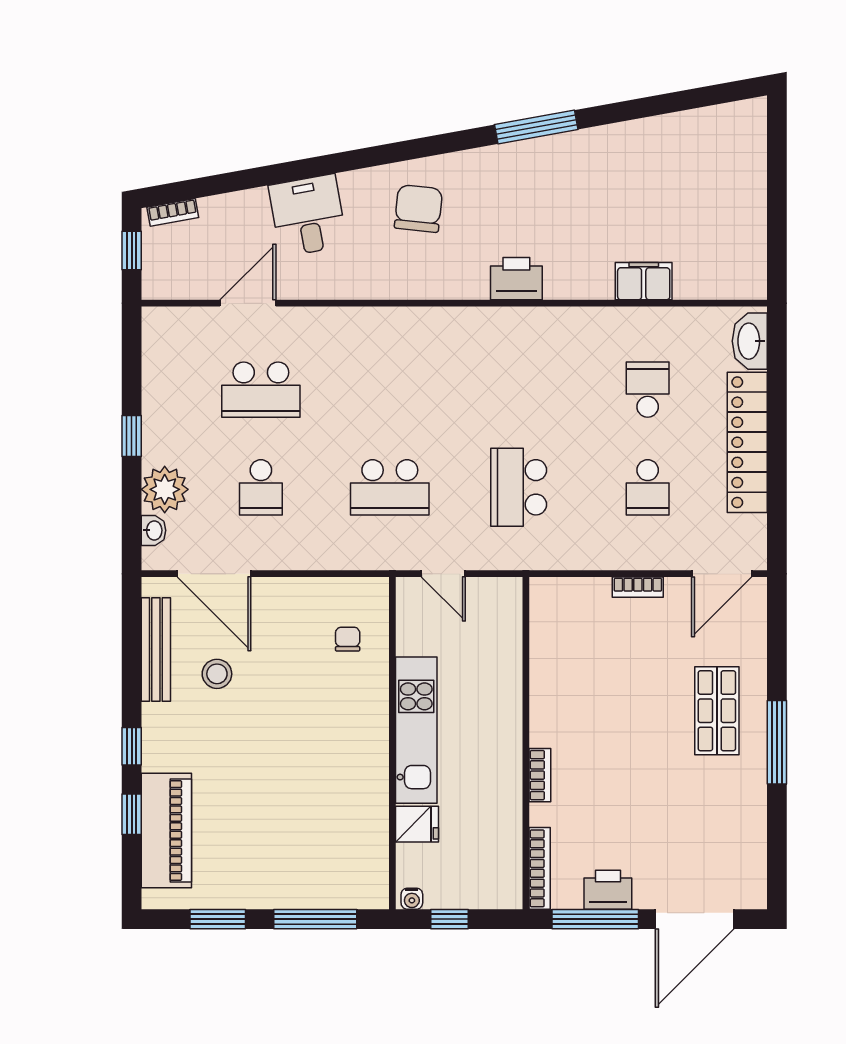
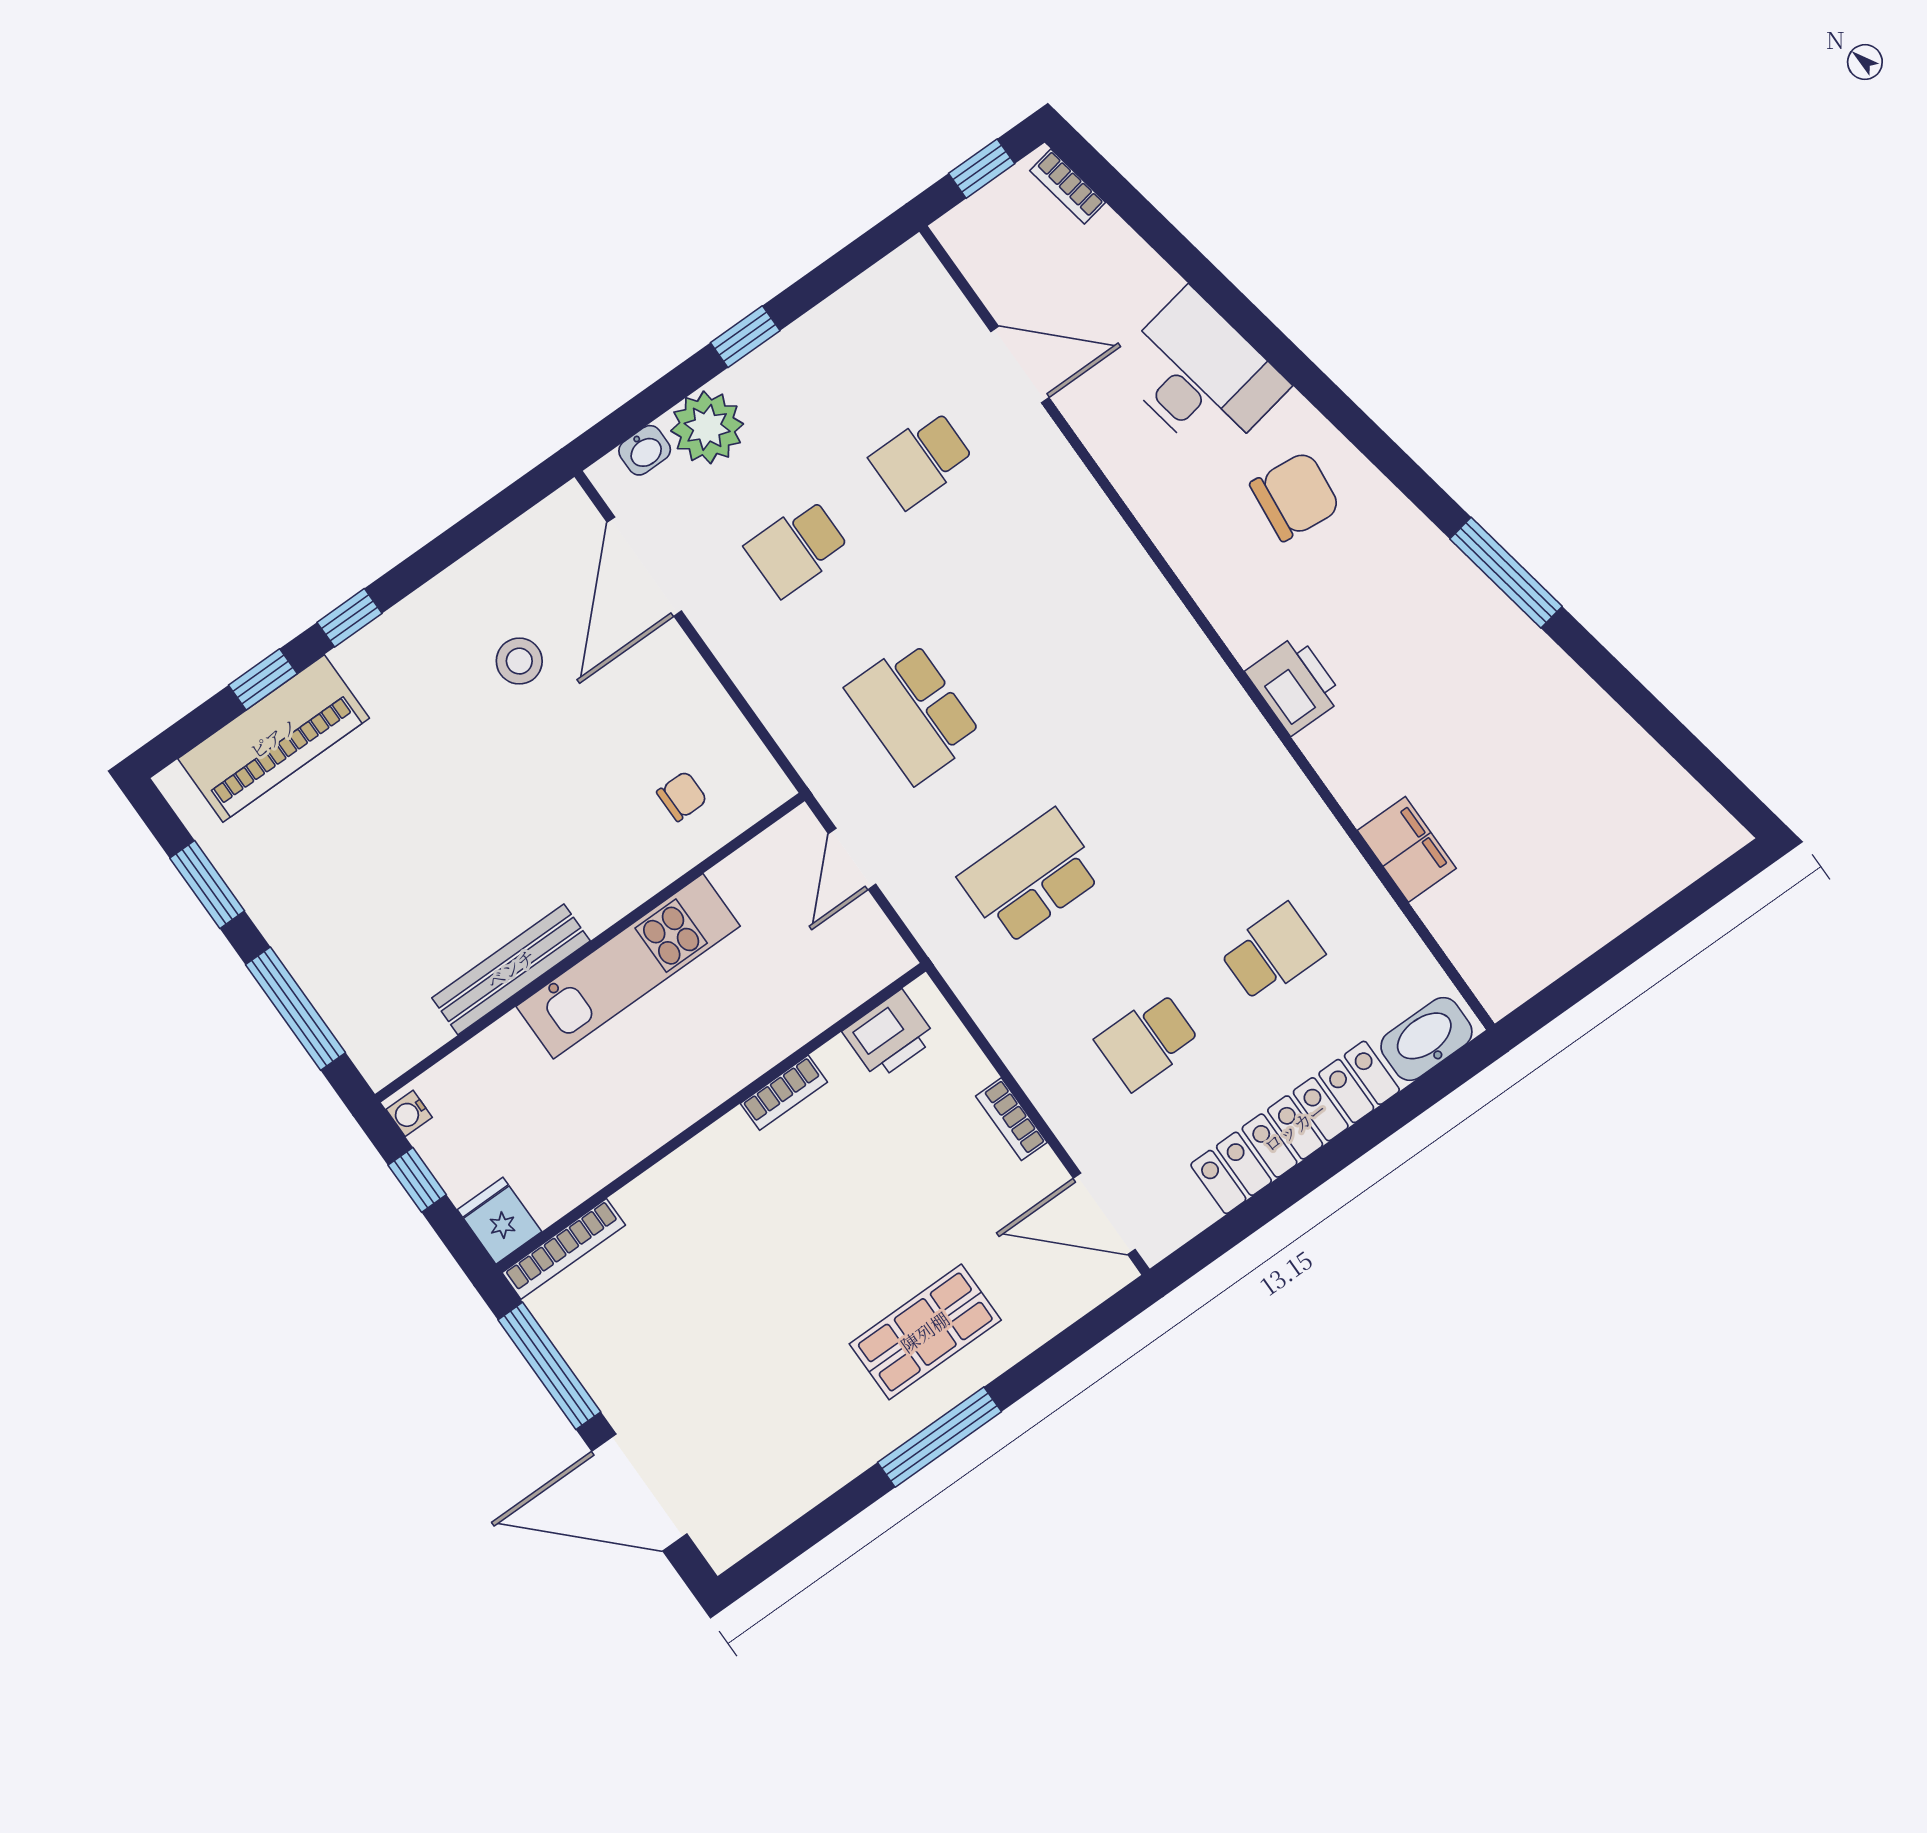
desk: (308, 215) -> (1200, 375), width x1.37
school desk: (261, 390) -> (922, 459), width x0.54
bench: (156, 649) -> (511, 969), moved
bookcase: (540, 775) -> (784, 1093), moved
fridge: (417, 824) -> (499, 1221), moved, turned 180
printer: (608, 890) -> (889, 1035), moved, turned 90

